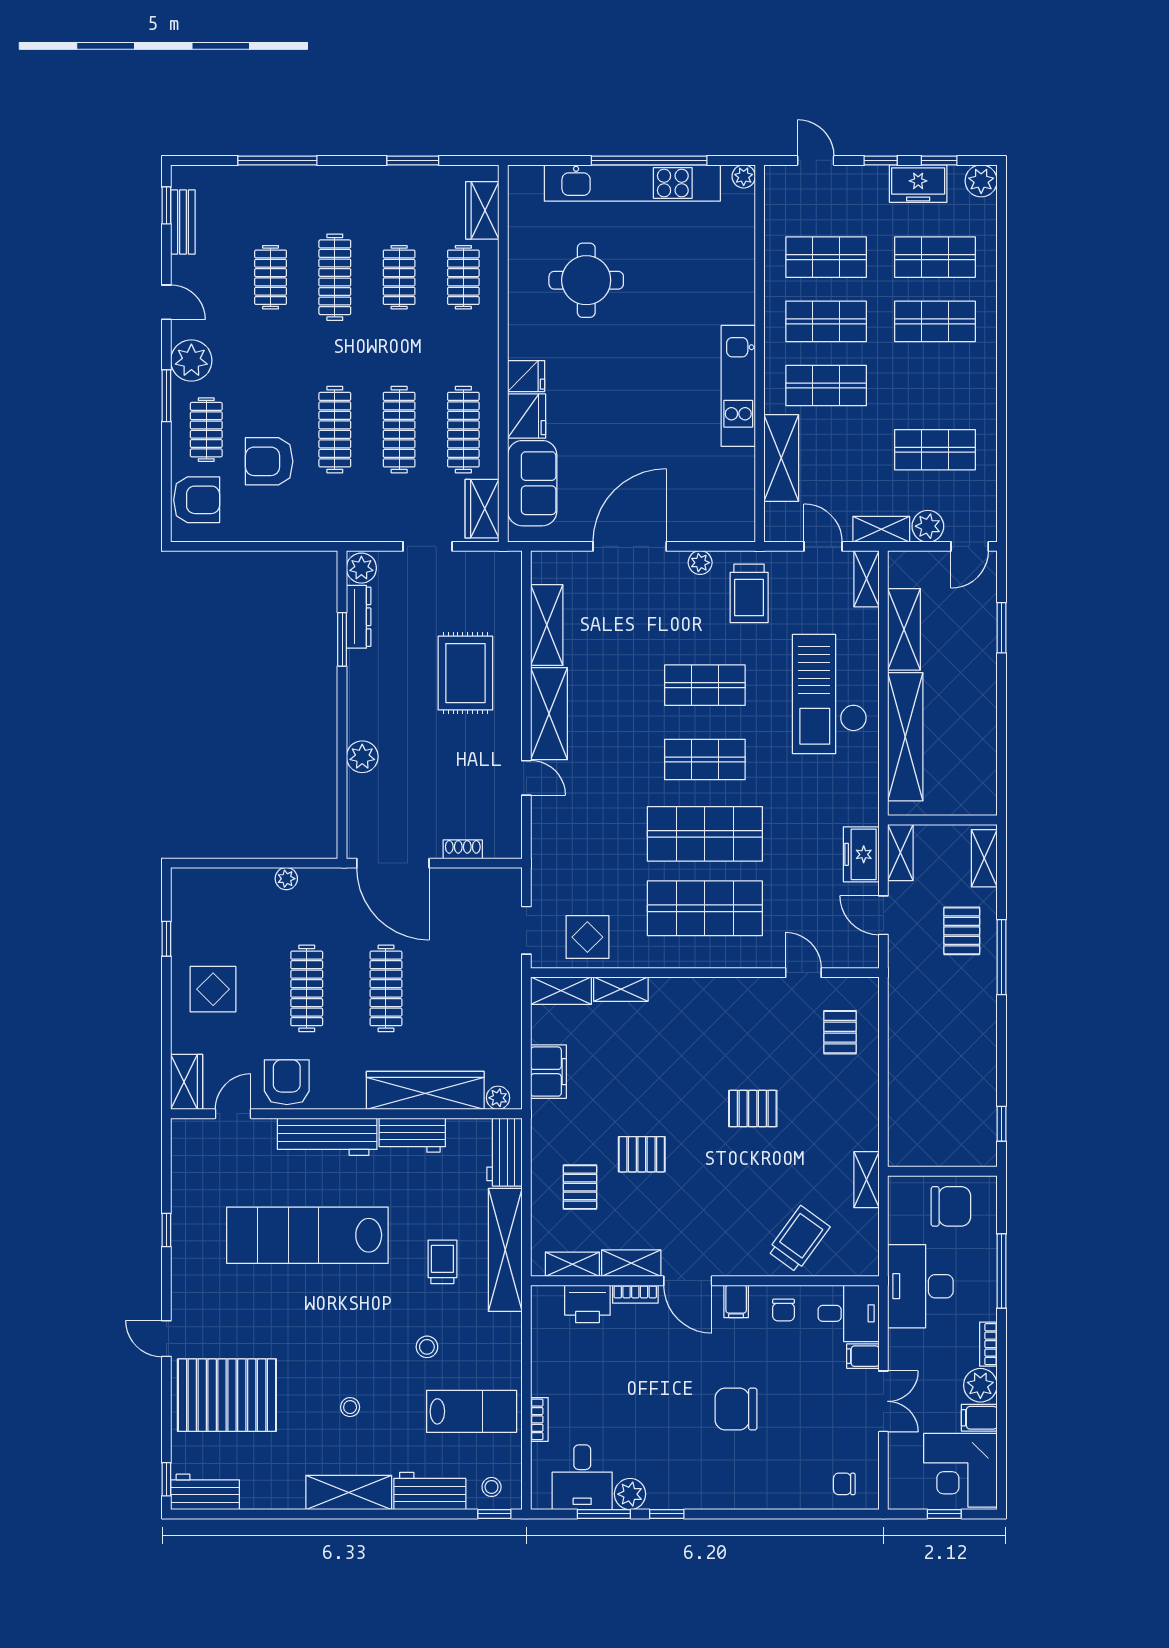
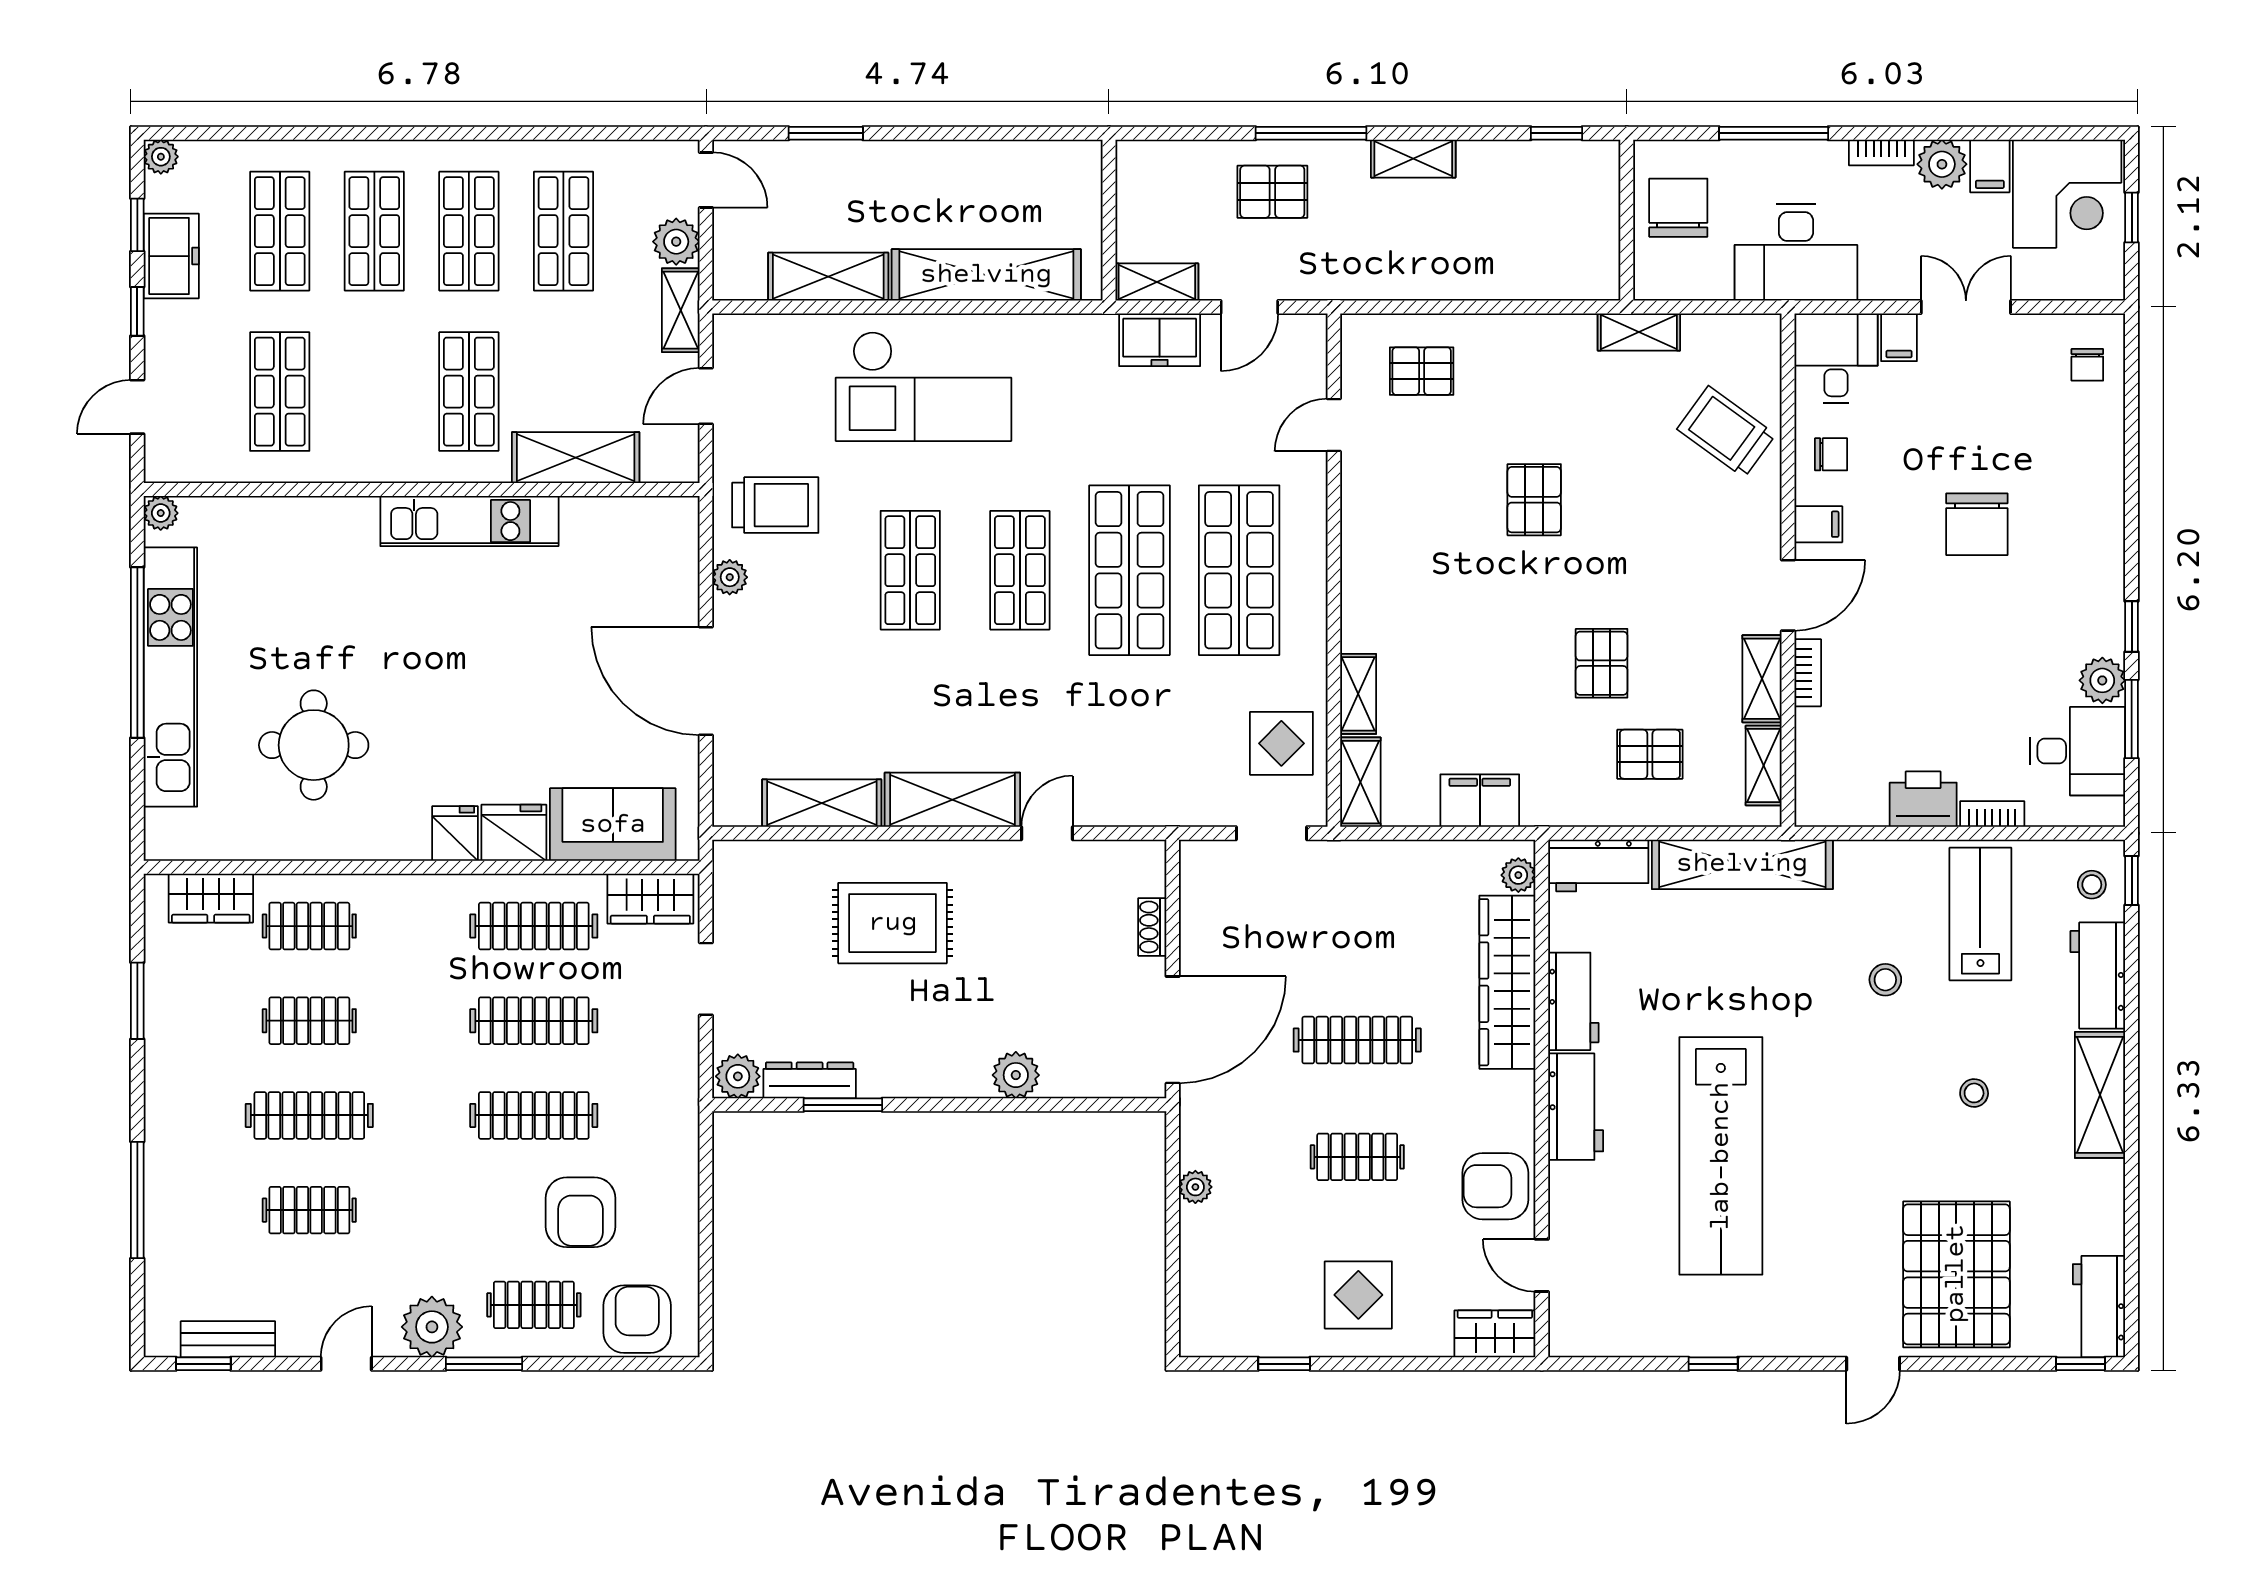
plant: (981, 181) -> (161, 157), width x0.73, depth x0.73
shop shelf: (826, 321) -> (469, 231), moved
shelving: (866, 579) -> (754, 332), removed
shelving: (984, 858) -> (1413, 159), moved
clothes rail: (307, 988) -> (1357, 1157), width x0.73
workbench: (327, 1137) -> (1576, 1107), width x0.73
trolley: (442, 1262) -> (1760, 957), removed
printer: (587, 1304) -> (1923, 799), moved, turned -90

